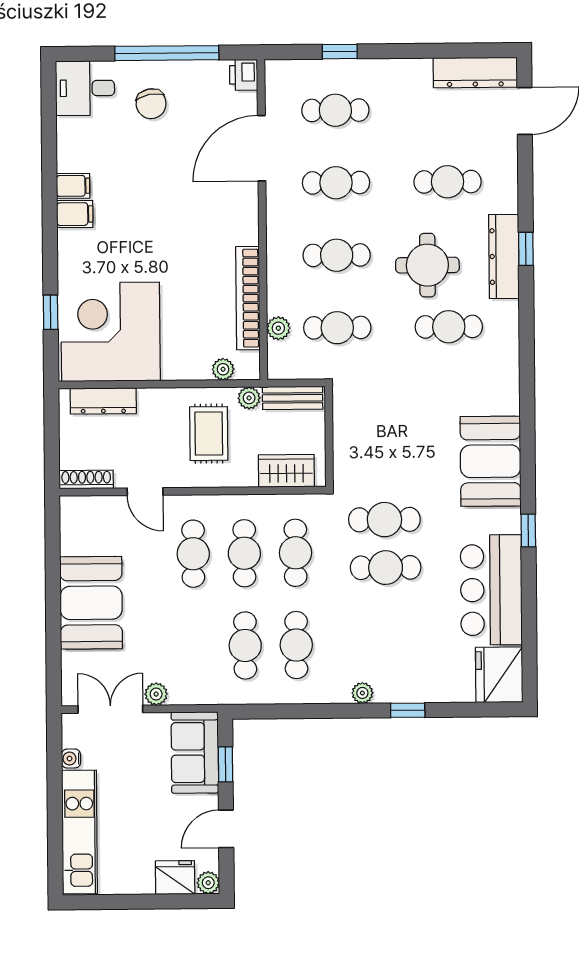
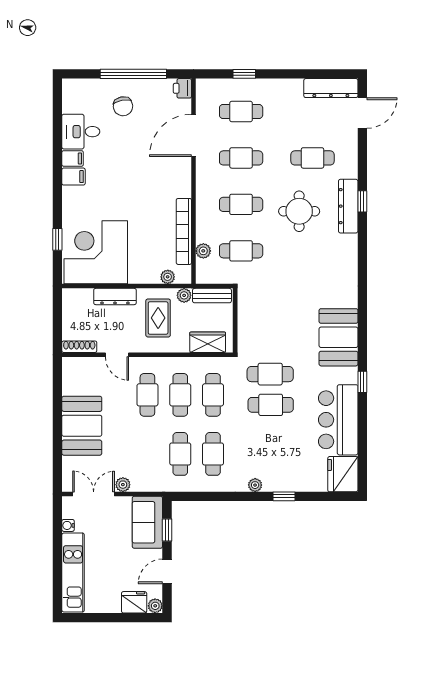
desk: (85, 88) -> (81, 132), moved
cafe table: (449, 327) -> (312, 251), removed
dresser: (103, 401) -> (115, 296), moved

